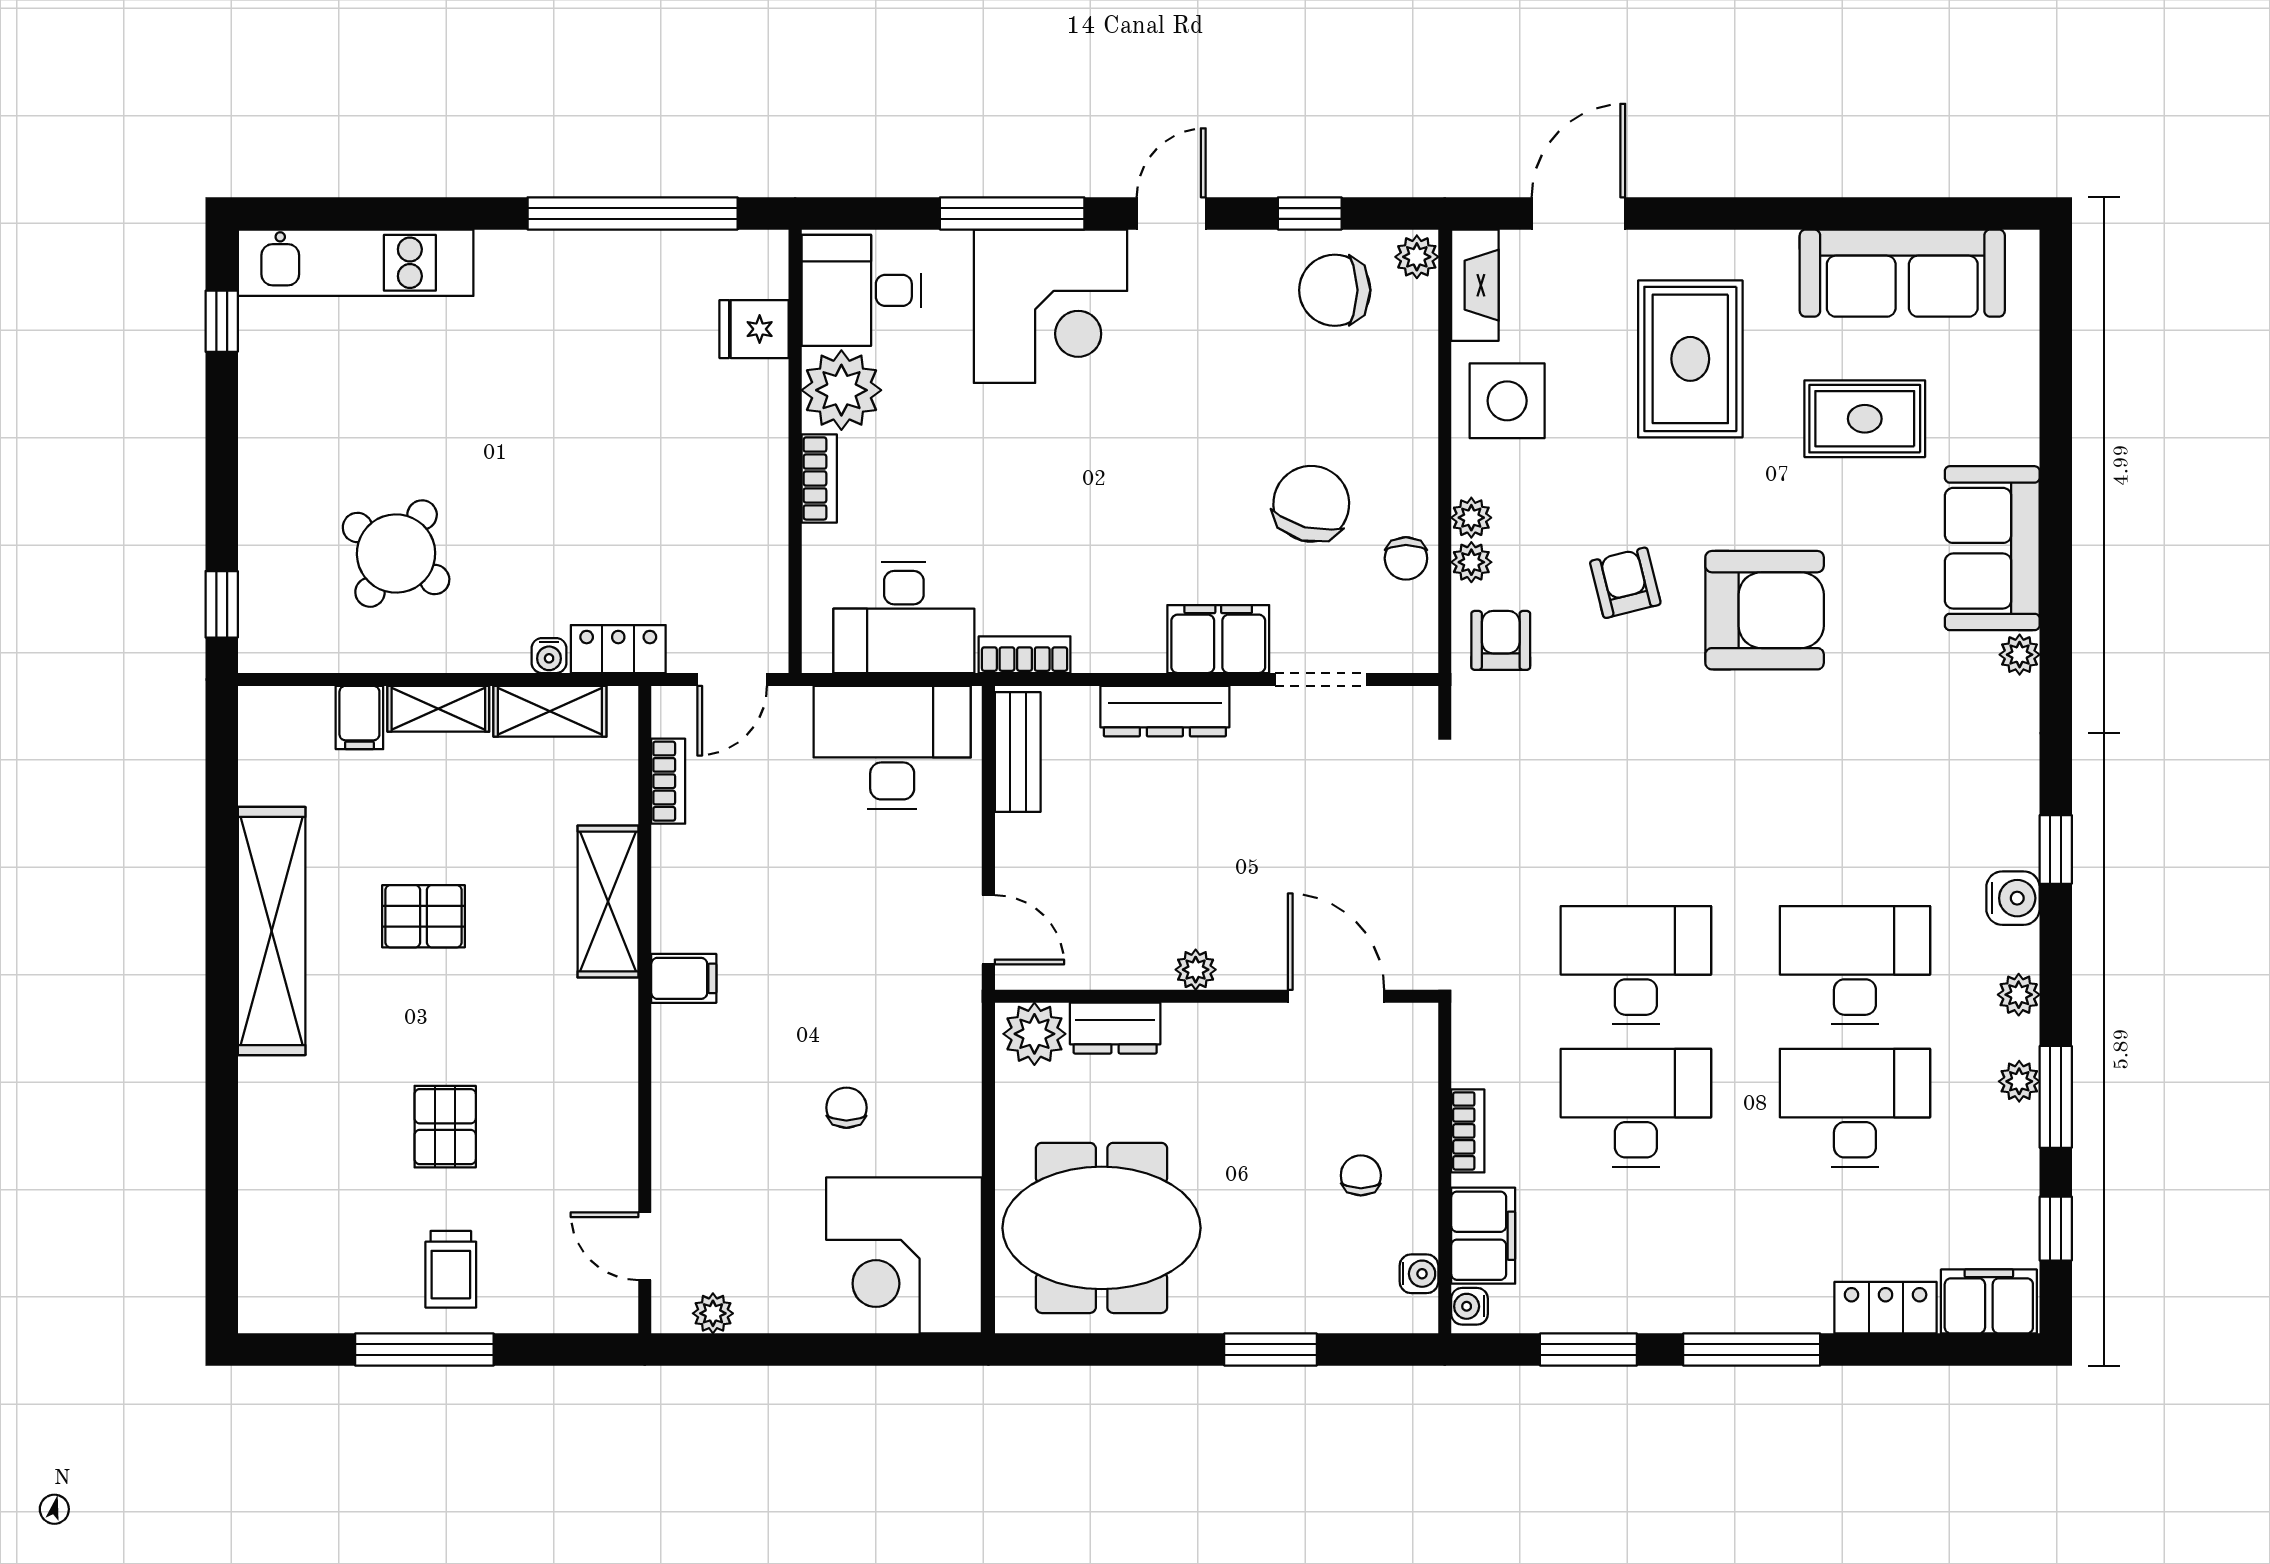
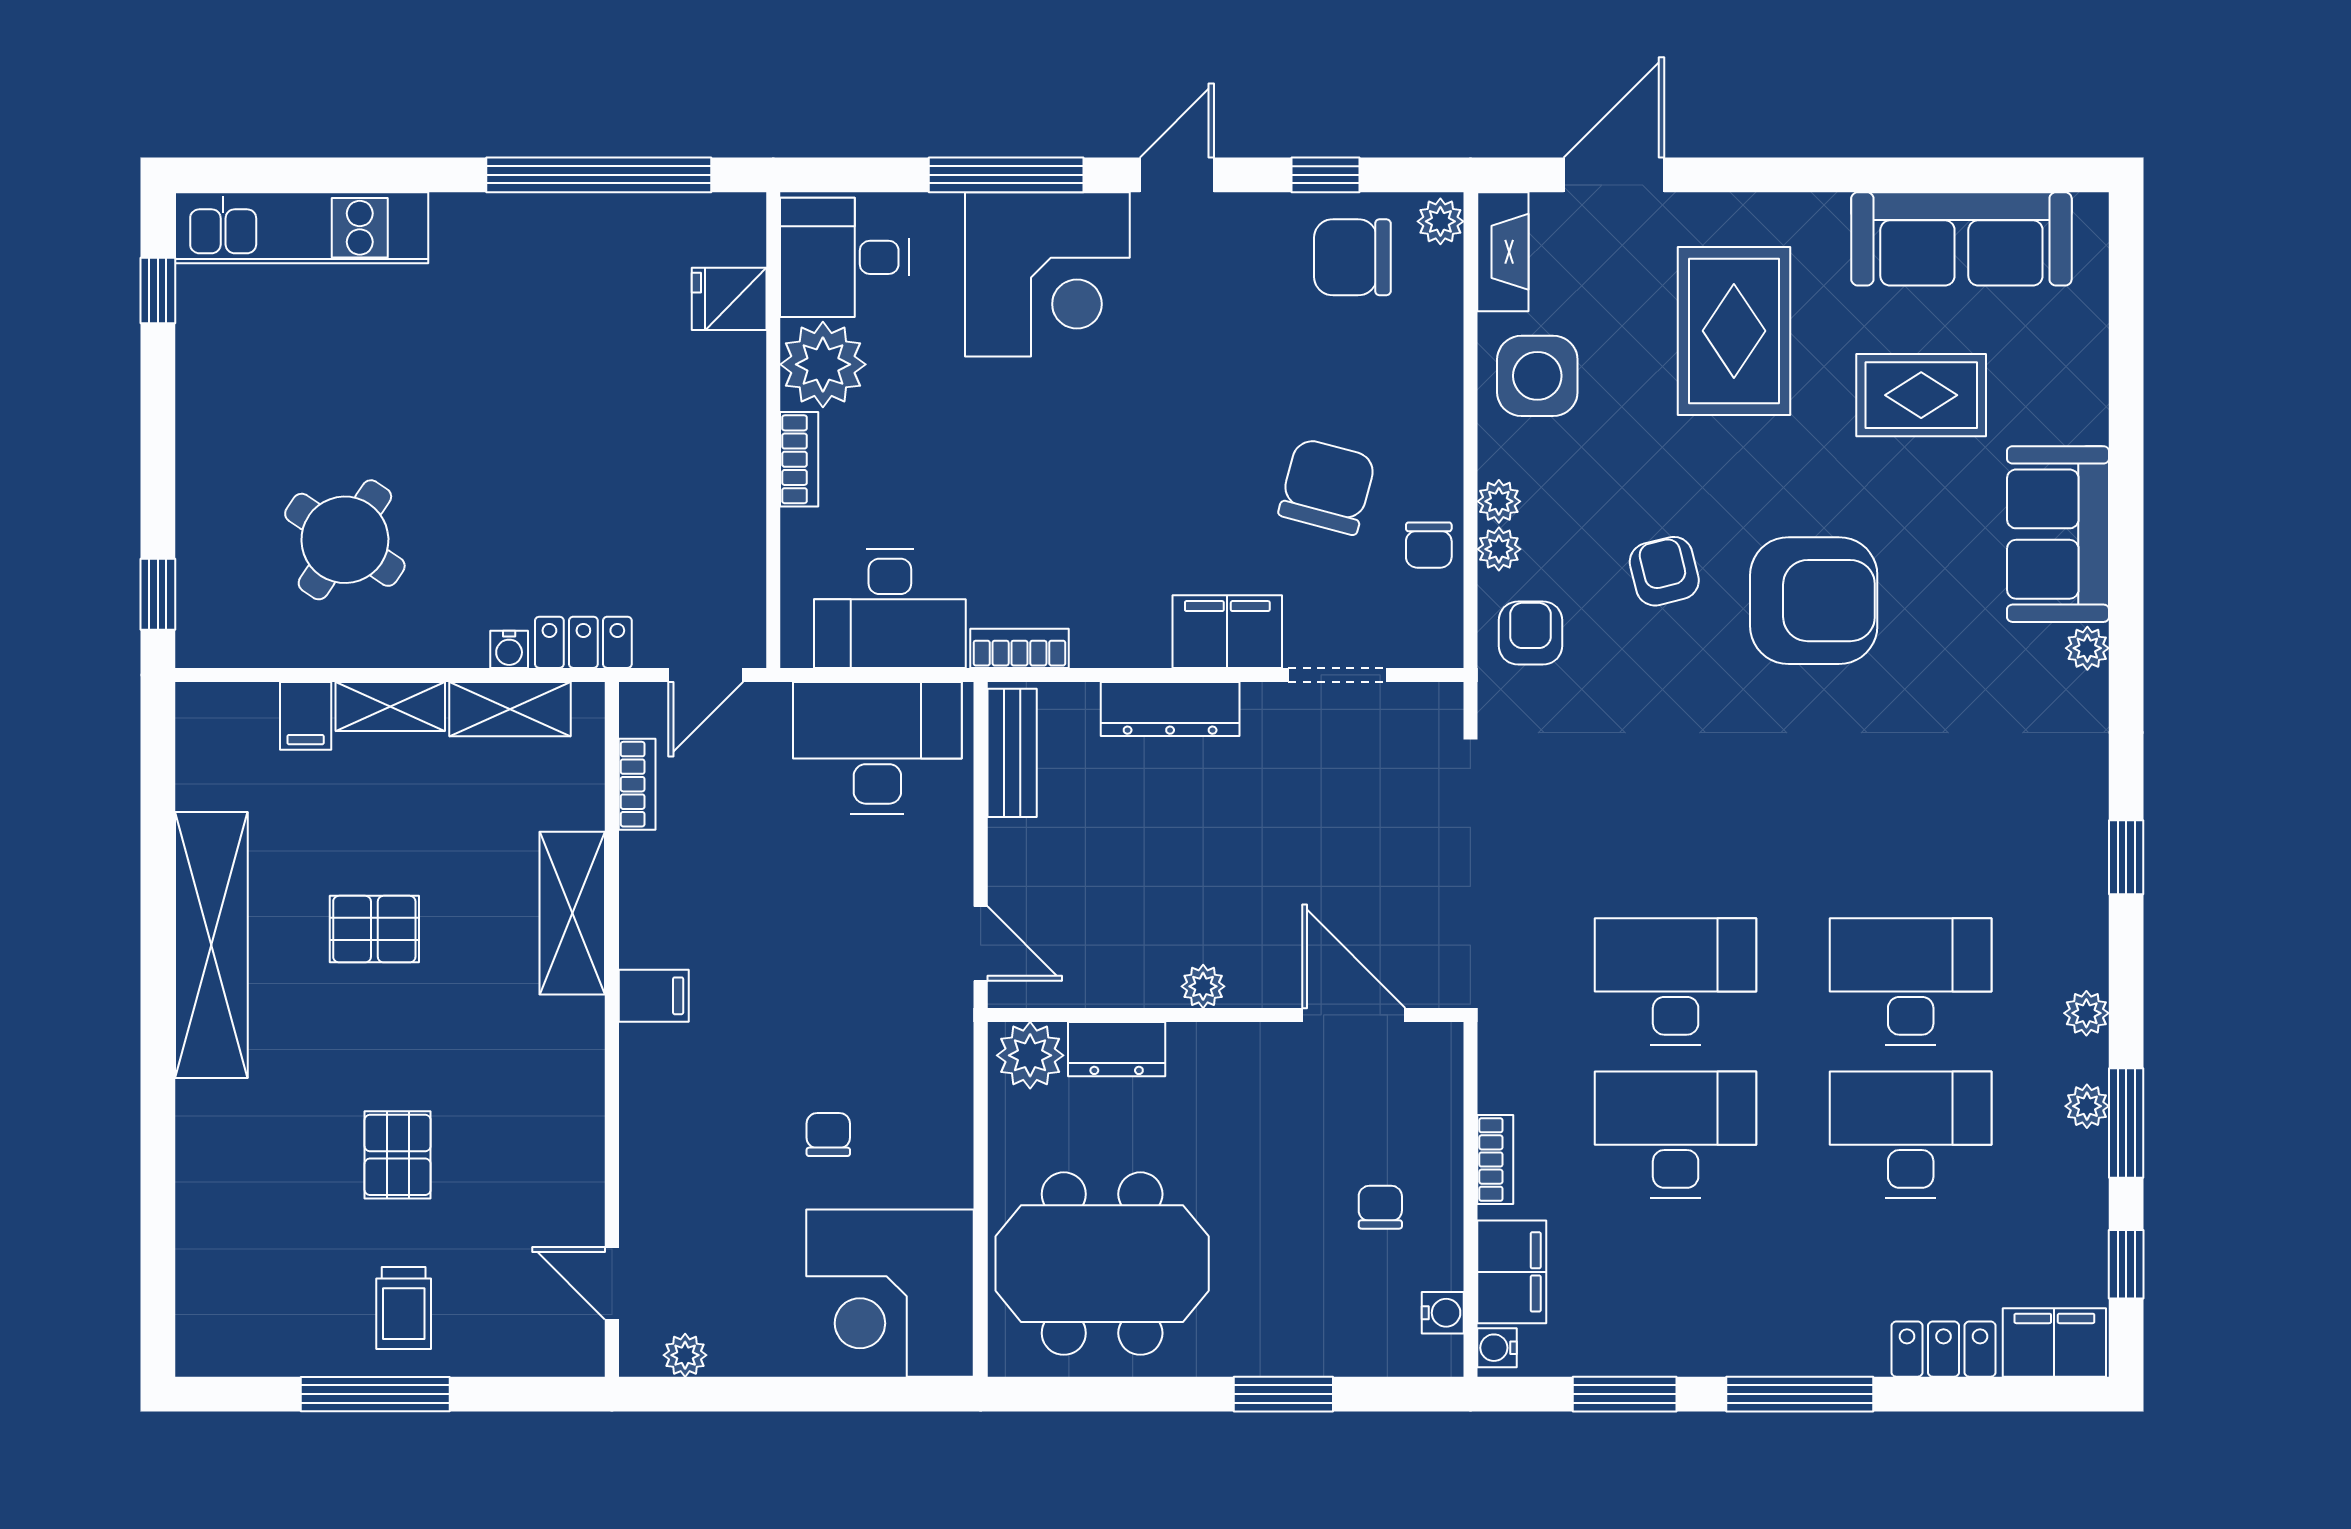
water cooler: (2013, 898) -> (2080, 910), removed

